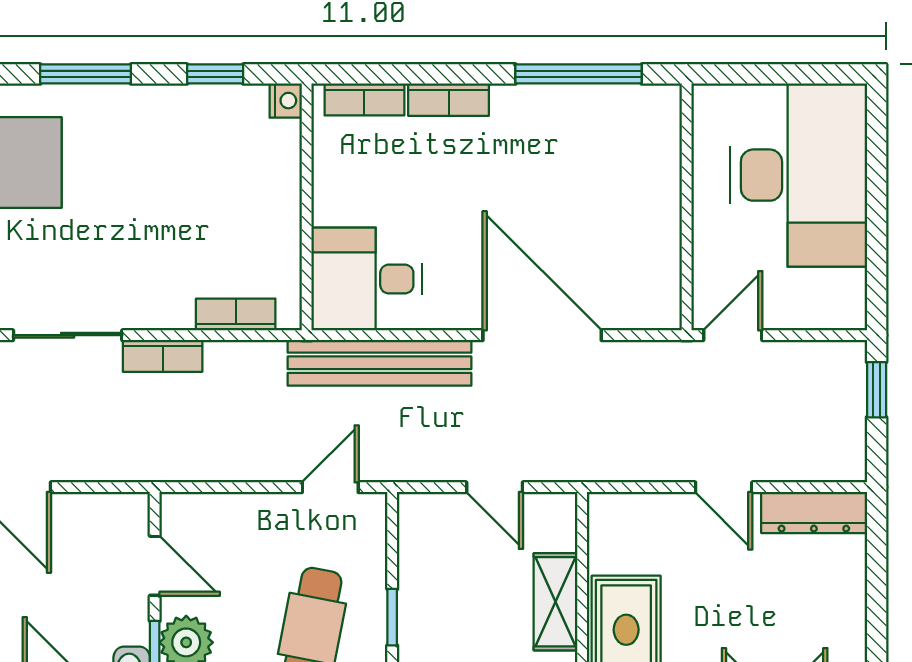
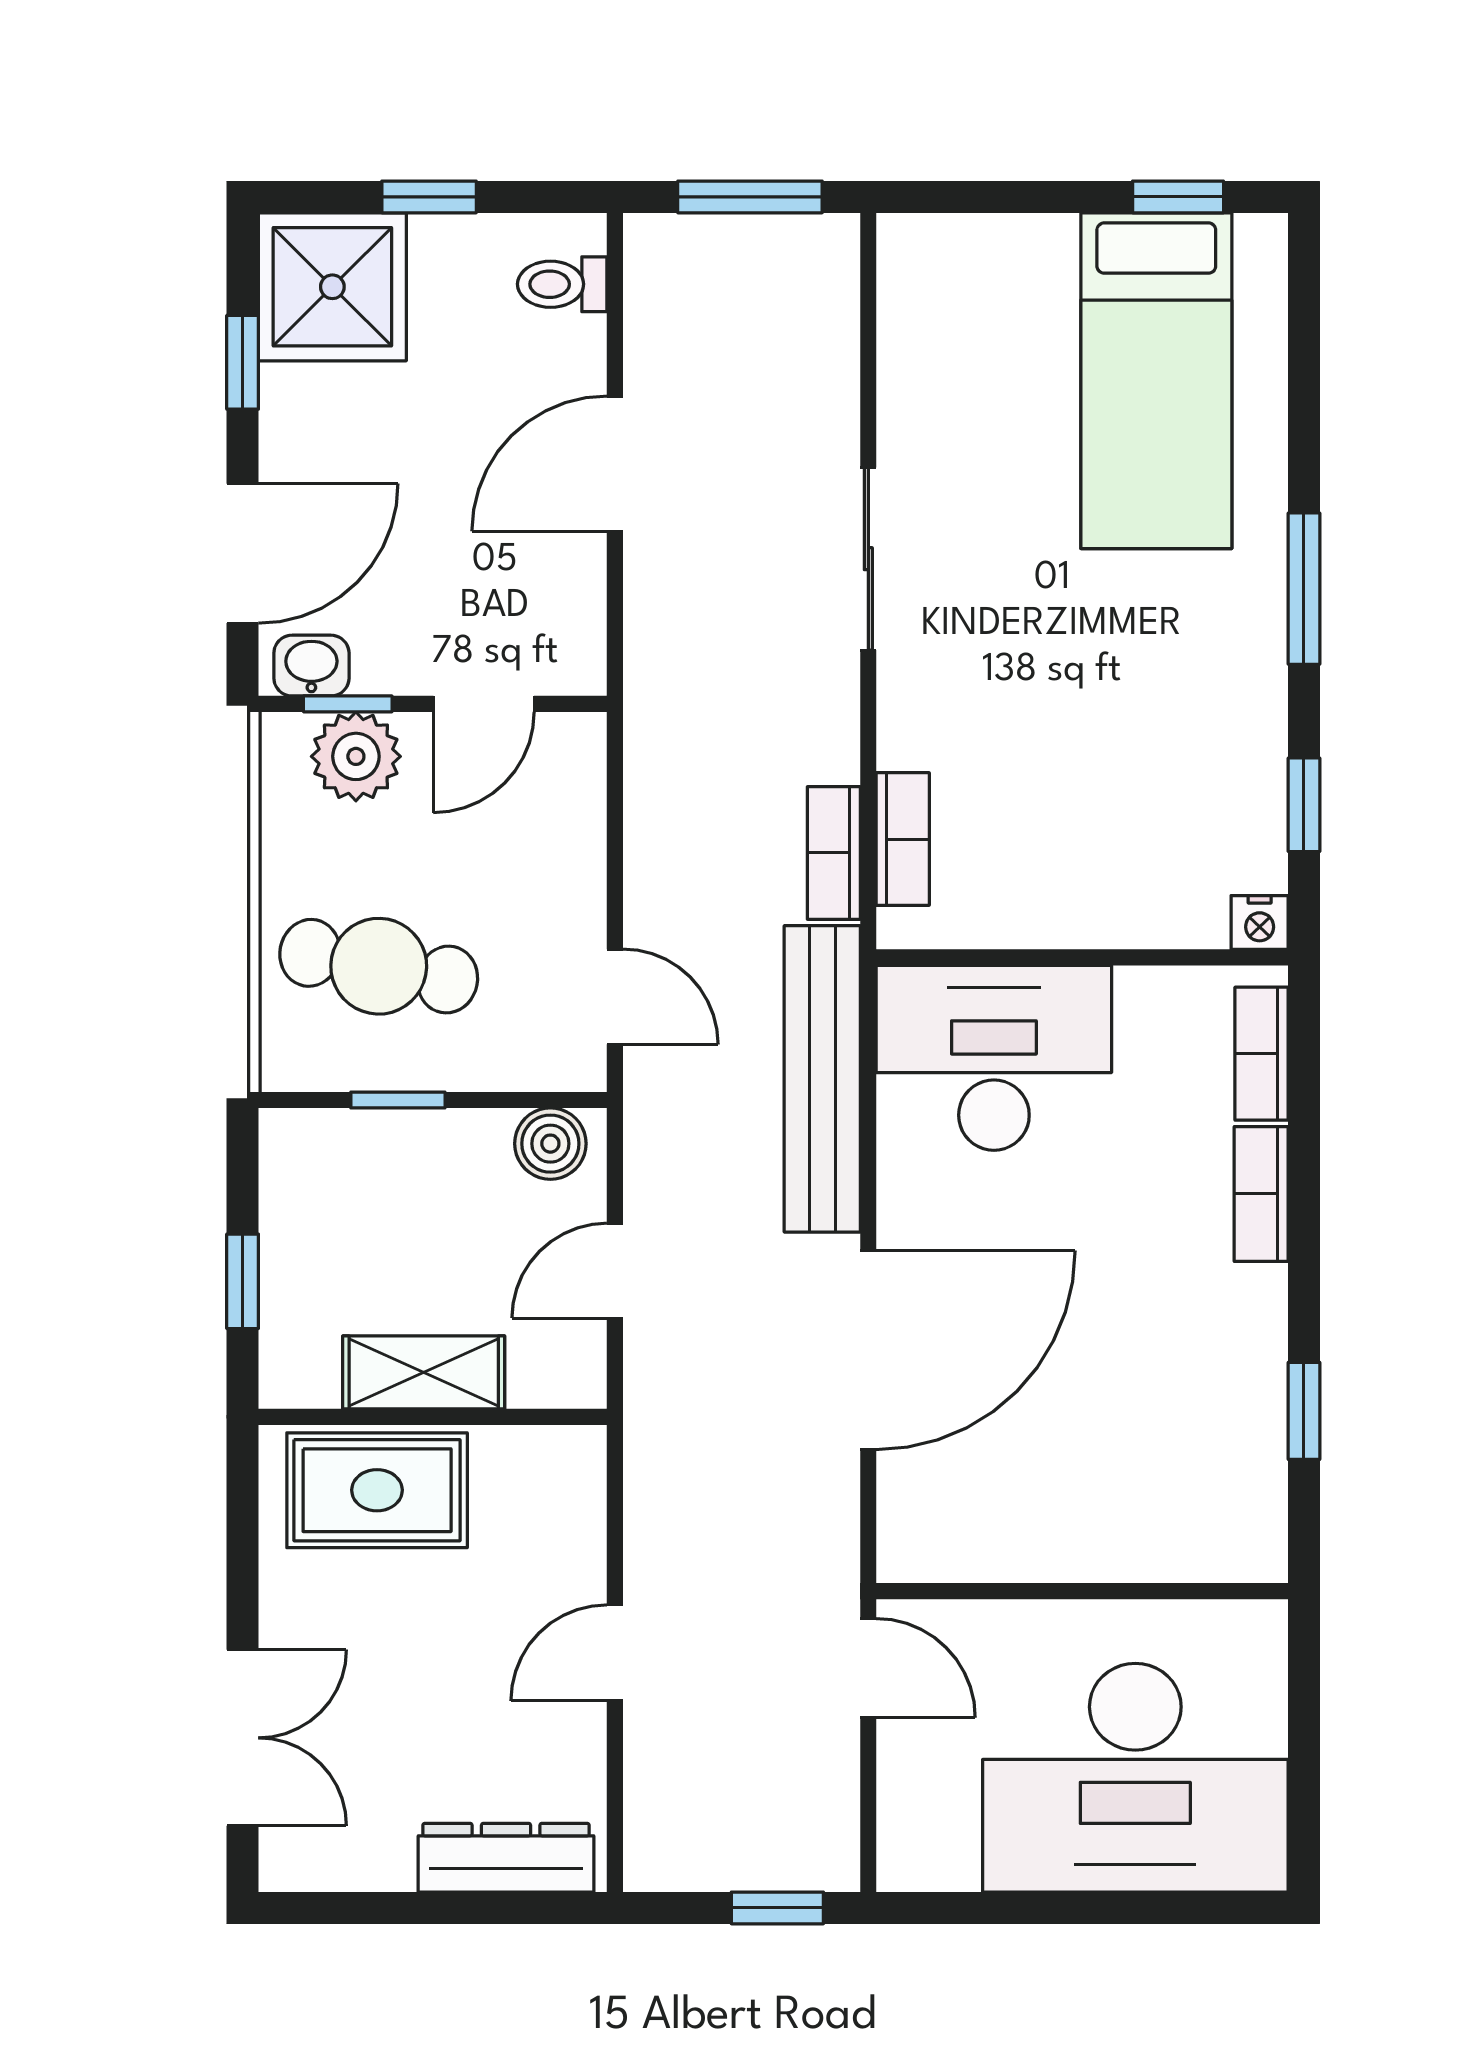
window: (579, 74) -> (1304, 1411), width x0.46
desk: (367, 279) -> (994, 1058), width x1.37
bookcase: (163, 356) -> (834, 853), moved
dresser: (814, 513) -> (506, 1858), moved, turned 90
boiler: (418, 526) -> (550, 1144), added

